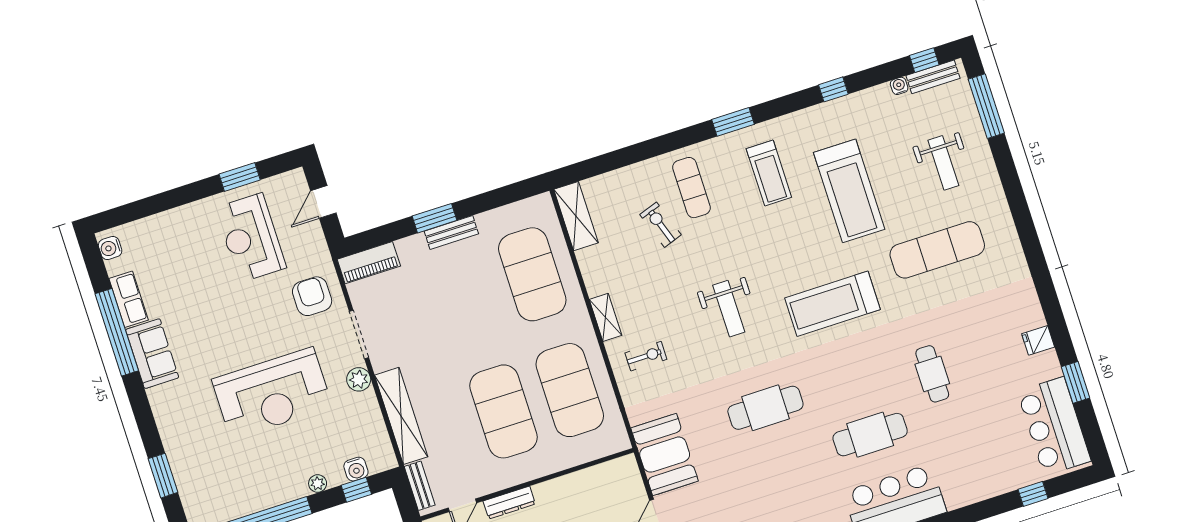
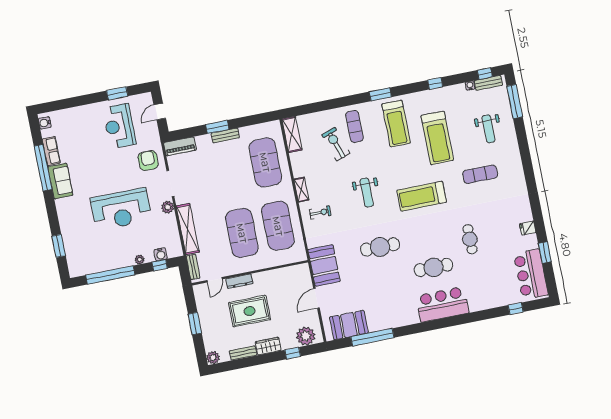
treadmill: (769, 173) -> (396, 124), width x1.37, depth x1.38
exercise bike: (661, 225) -> (336, 144), width x1.38, depth x1.39
exercise mat: (937, 250) -> (480, 174), width x0.73, depth x0.69

